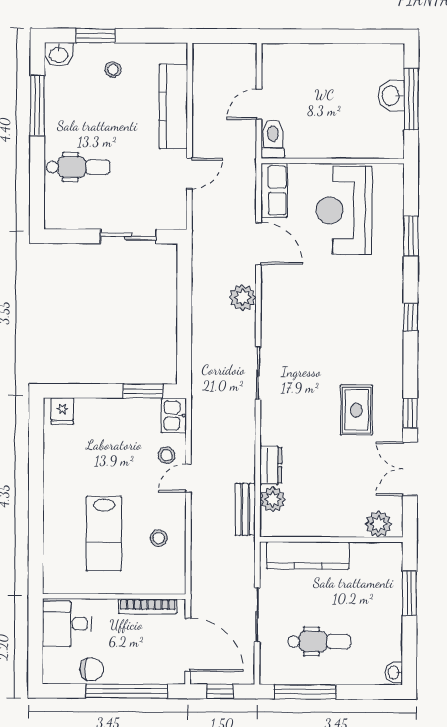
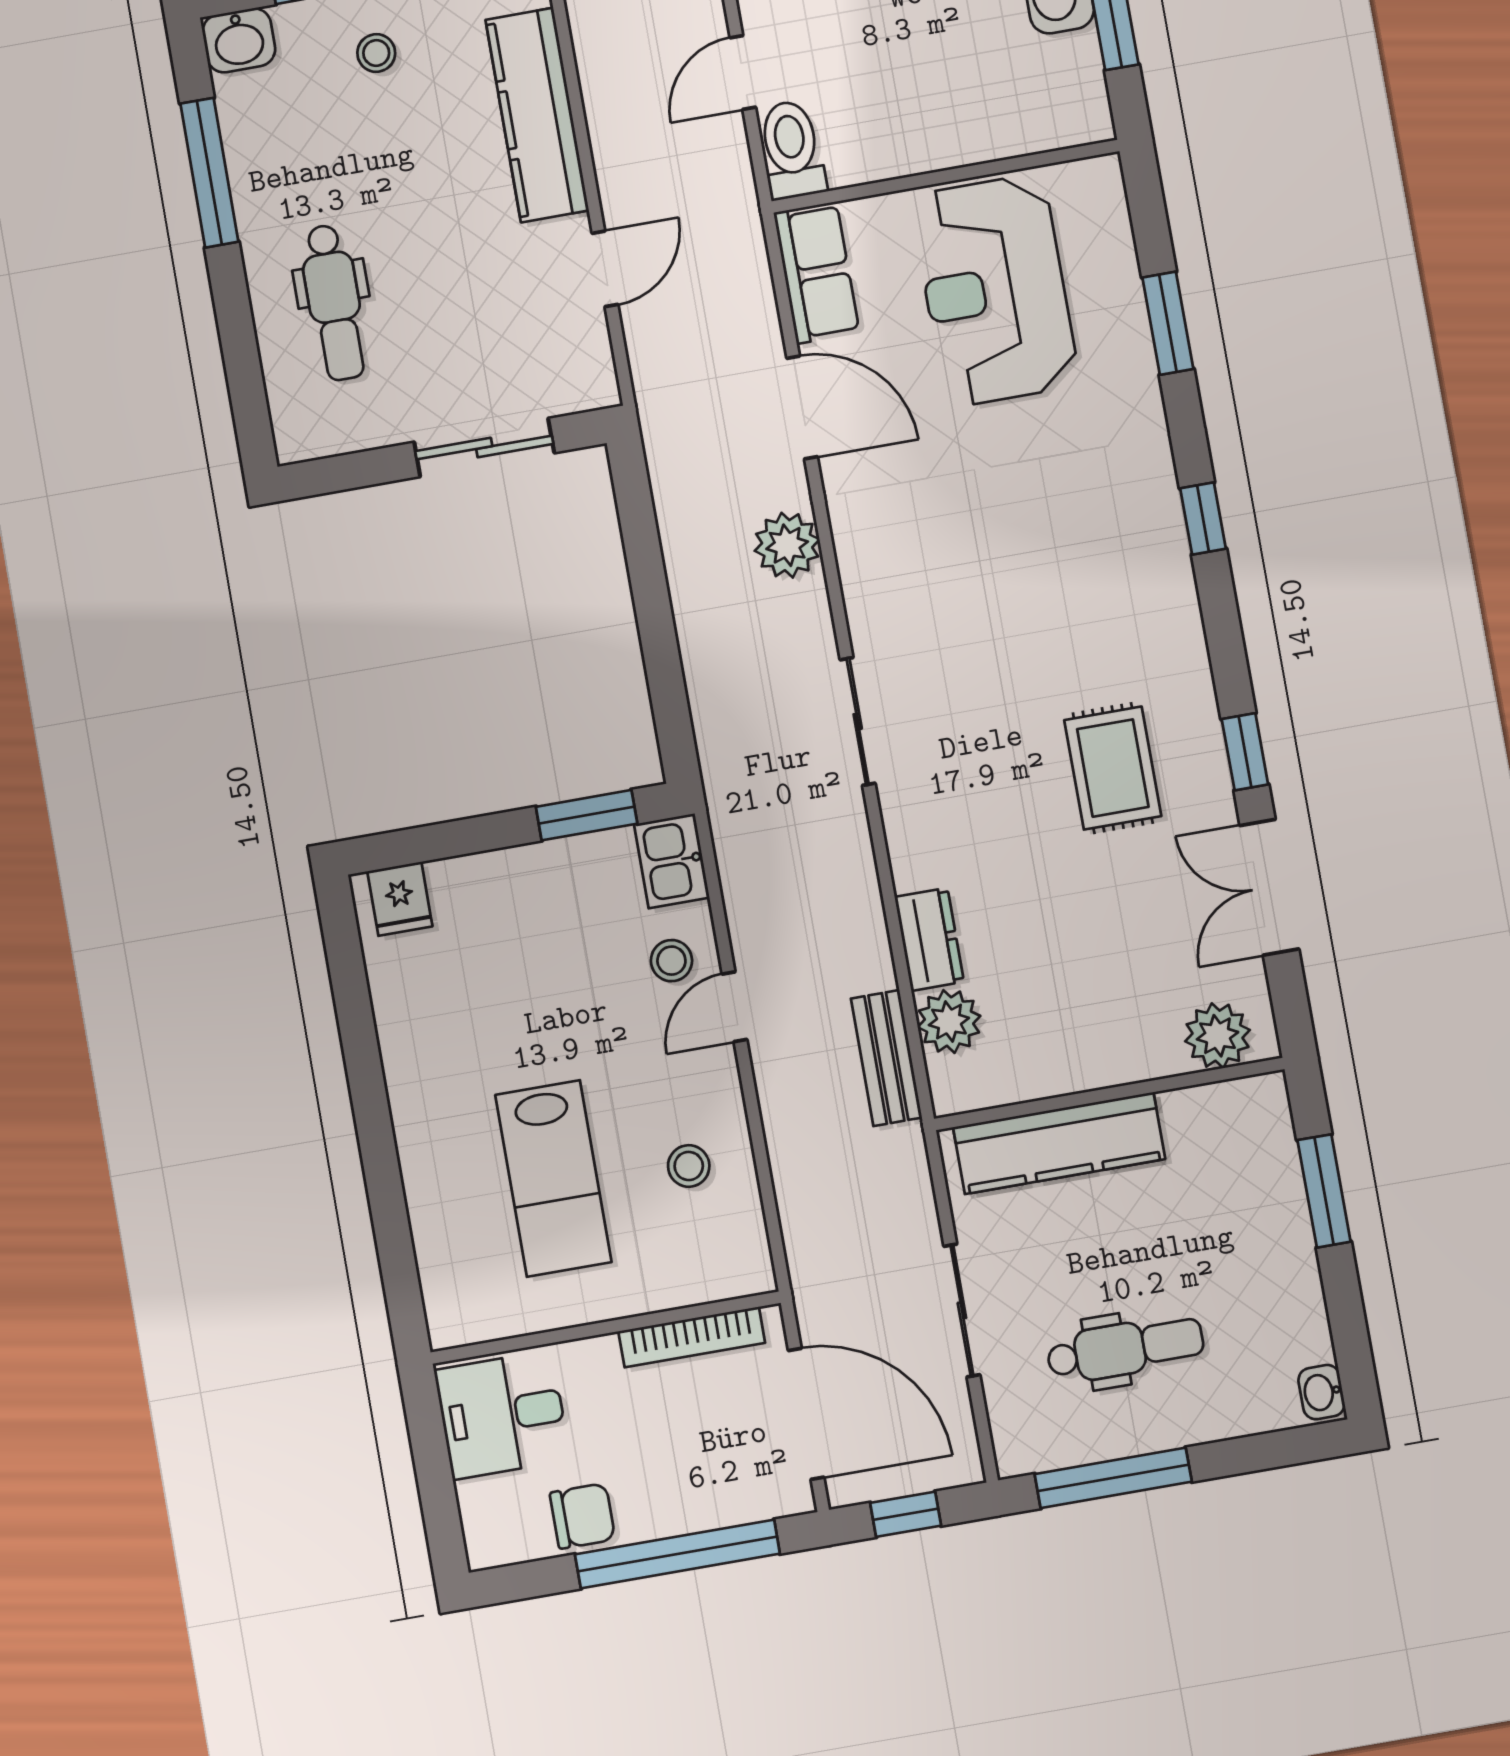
dental chair: (78, 167) -> (334, 302), turned 90

